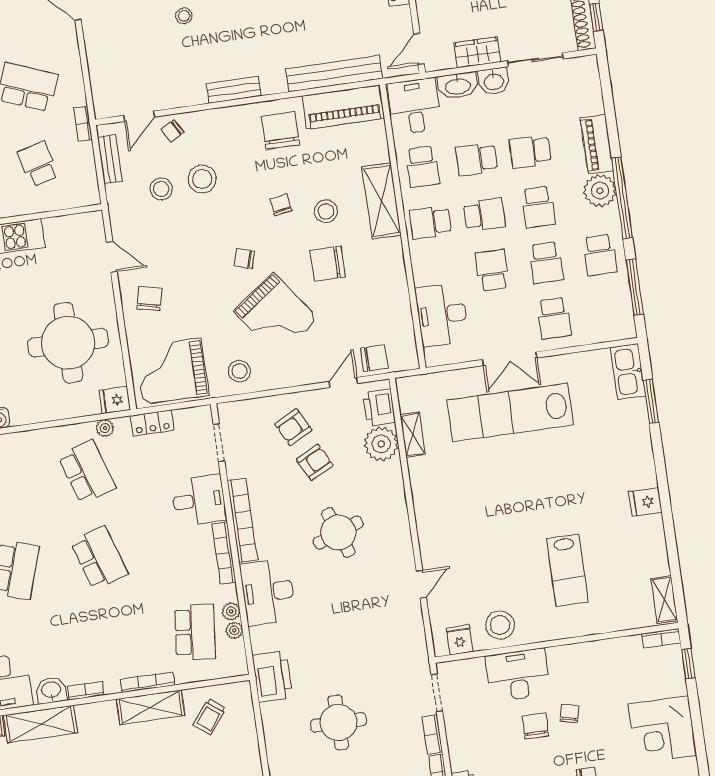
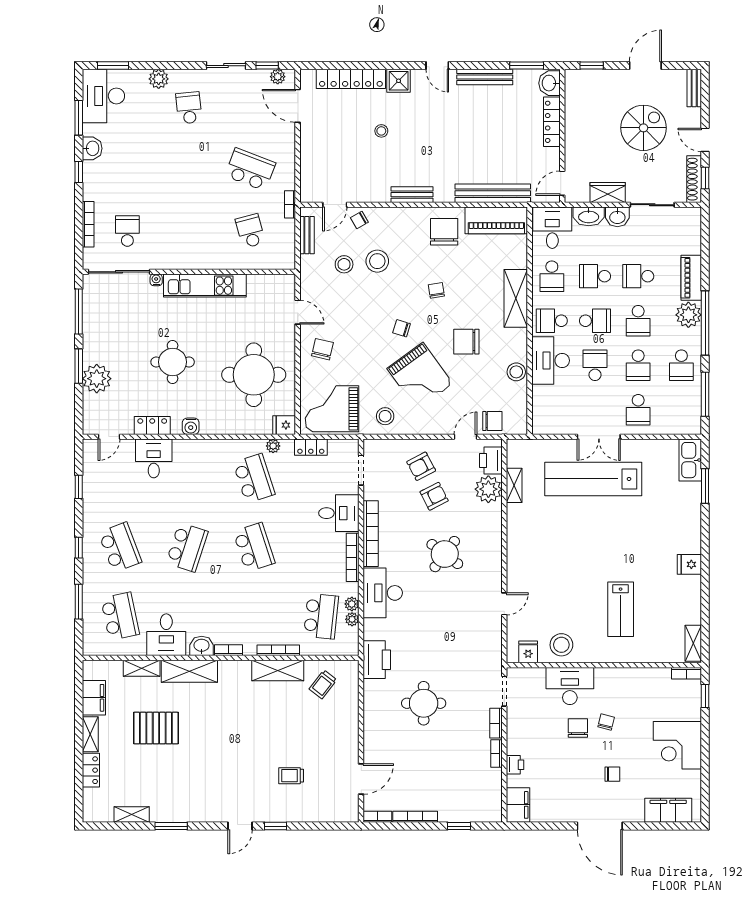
stool: (326, 211) -> (516, 372), moved
desk: (442, 315) -> (551, 361), moved
round table: (338, 533) -> (445, 554), turned -33

